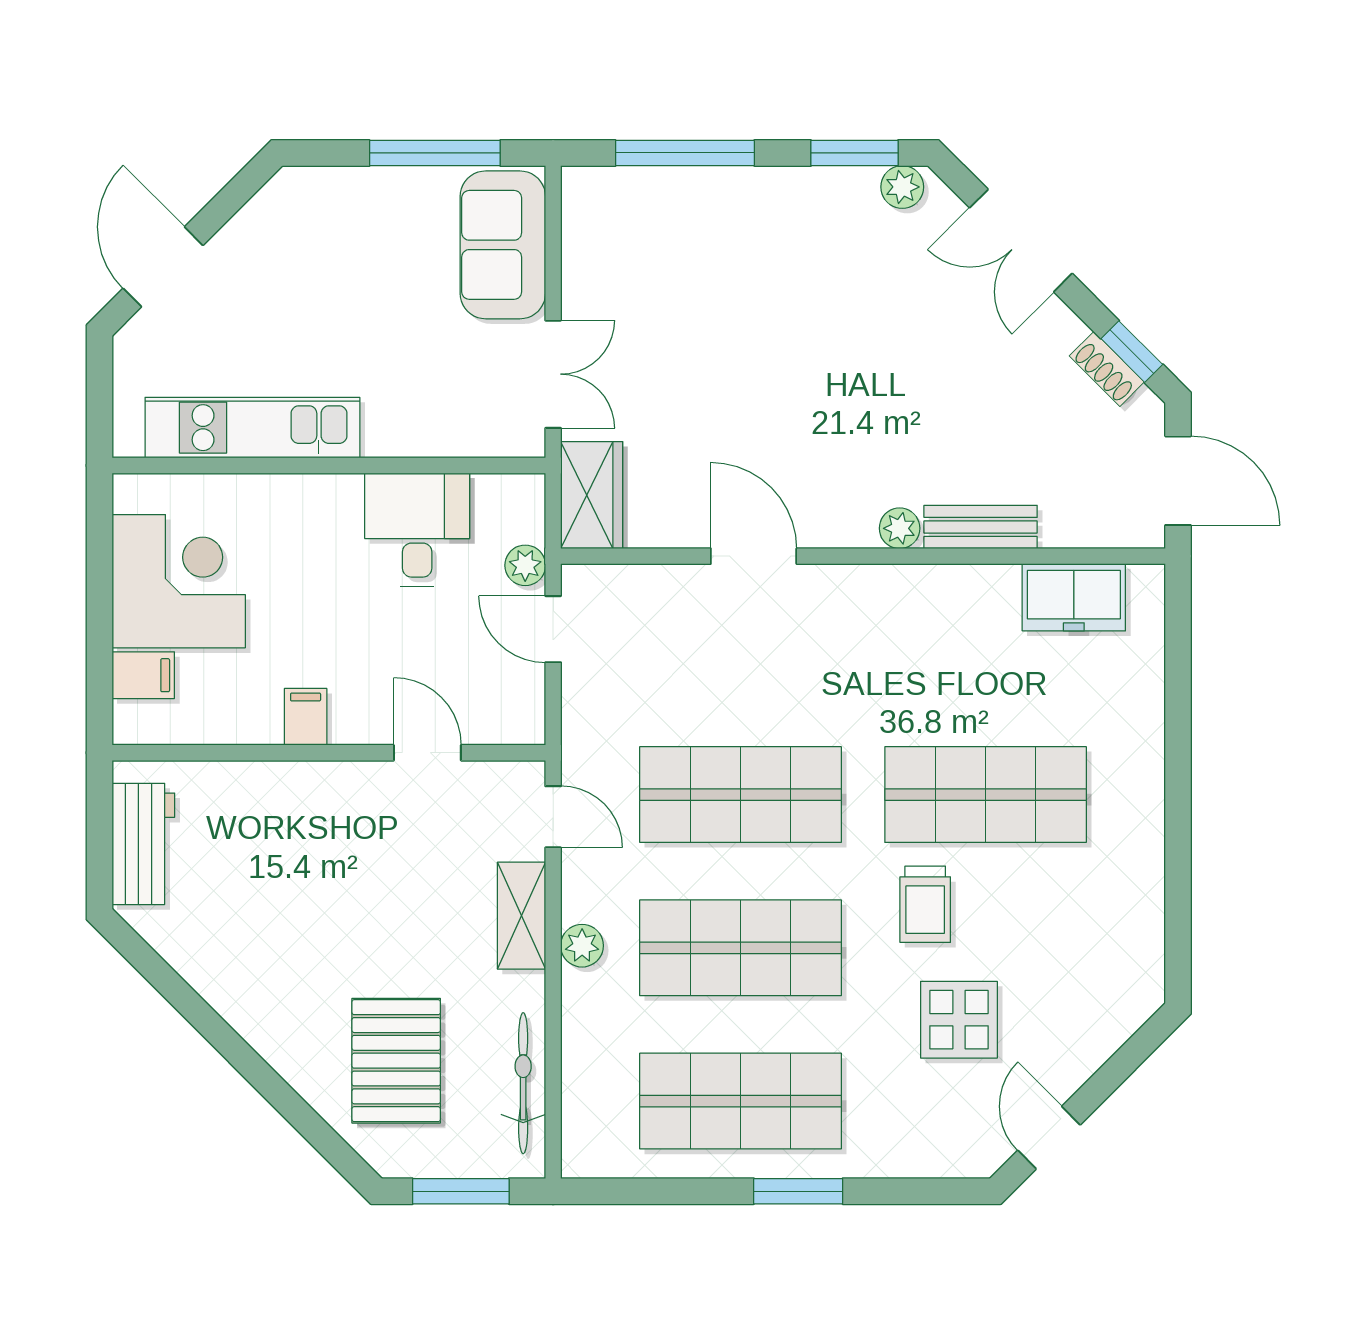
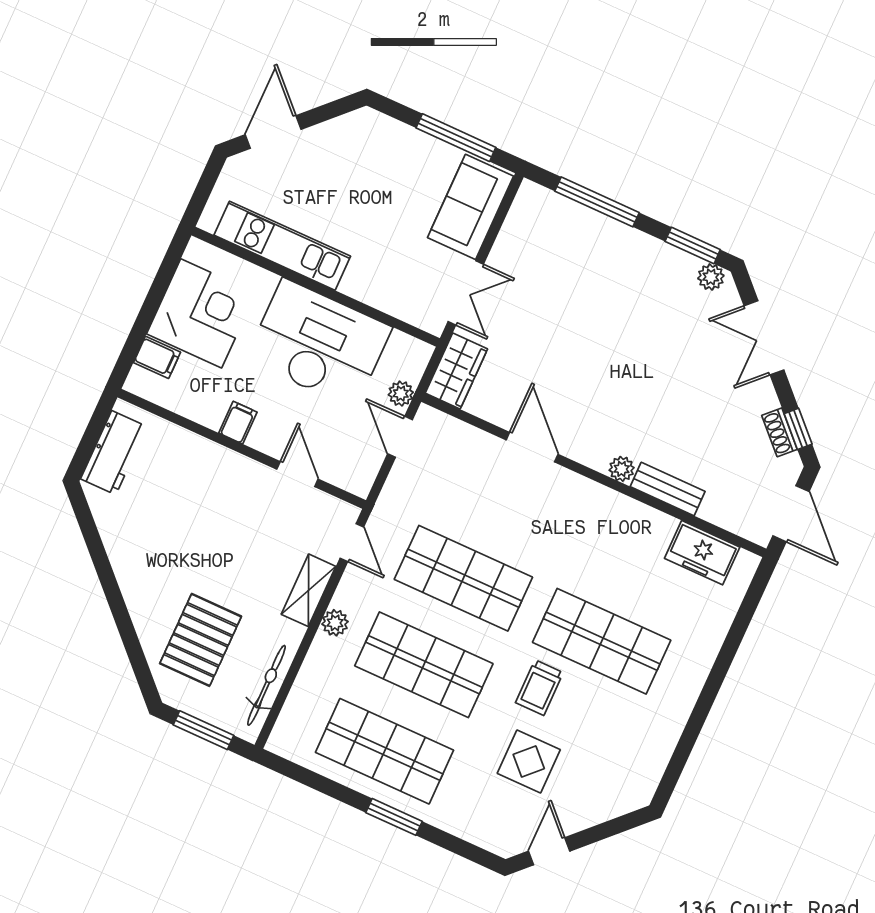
desk: (417, 530) -> (319, 343), width x1.87, depth x1.30

